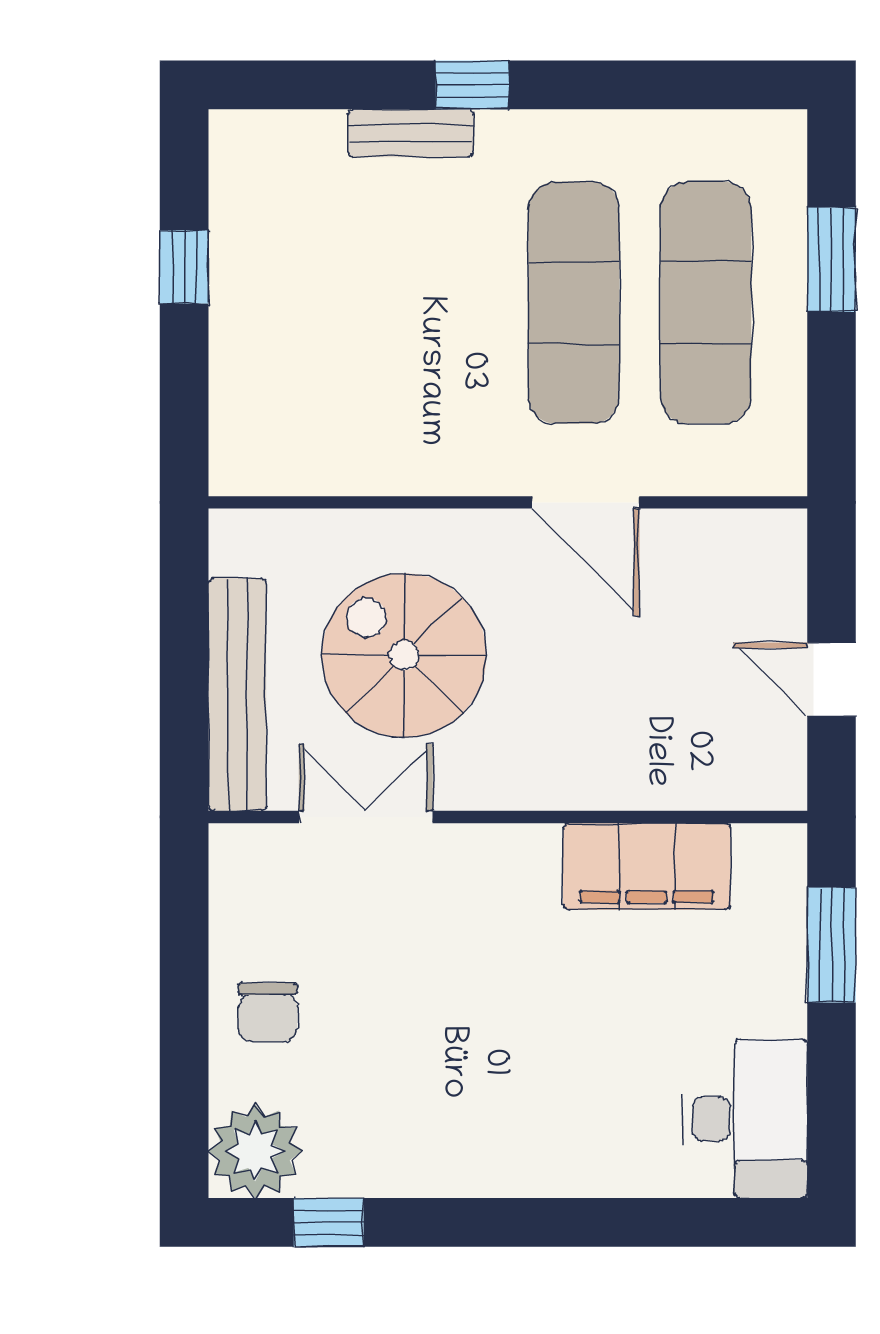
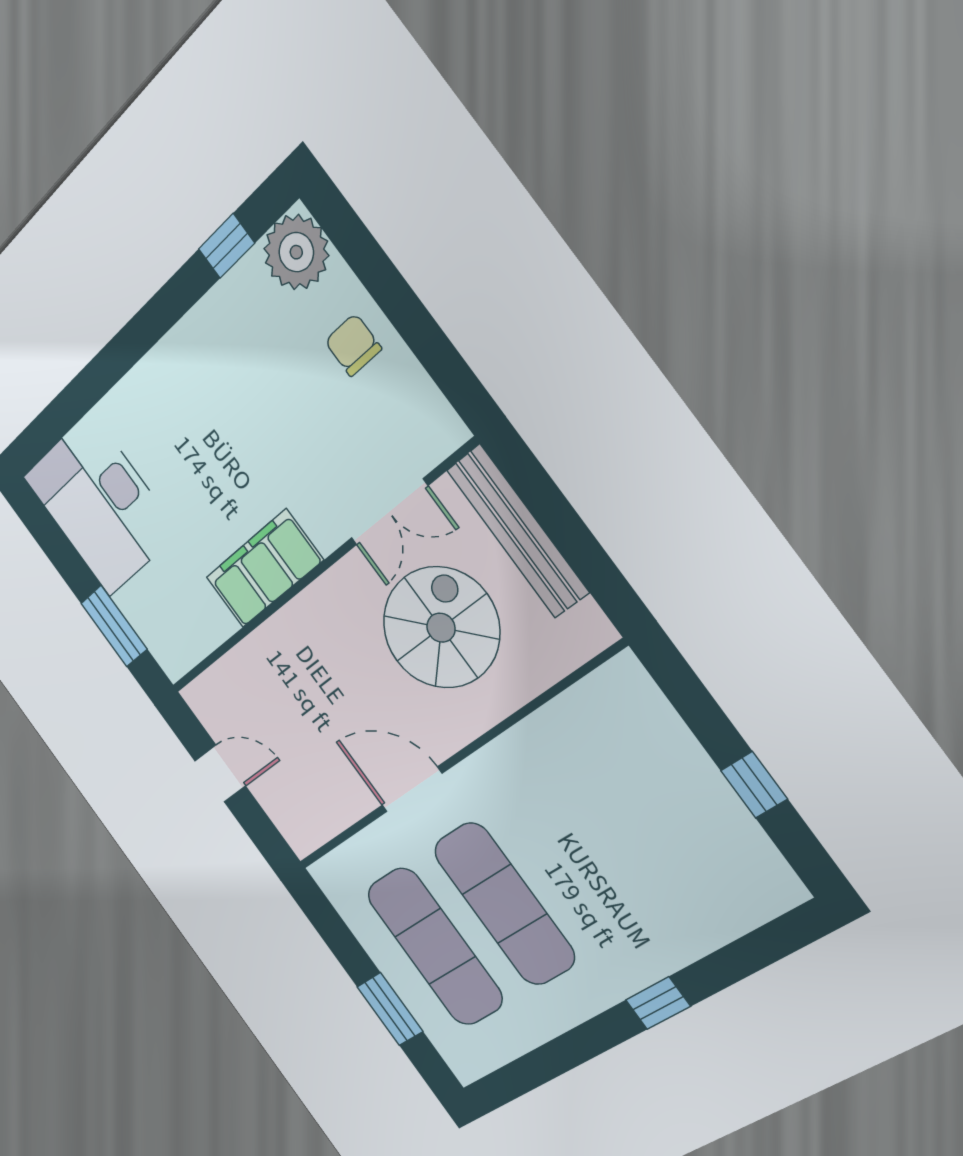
bench: (411, 133) -> (673, 953), removed
spiral stairs: (404, 655) -> (441, 628), turned -90
filing cabinet: (647, 866) -> (264, 569), moved
desk: (745, 1119) -> (100, 504), width x1.36, depth x1.30

